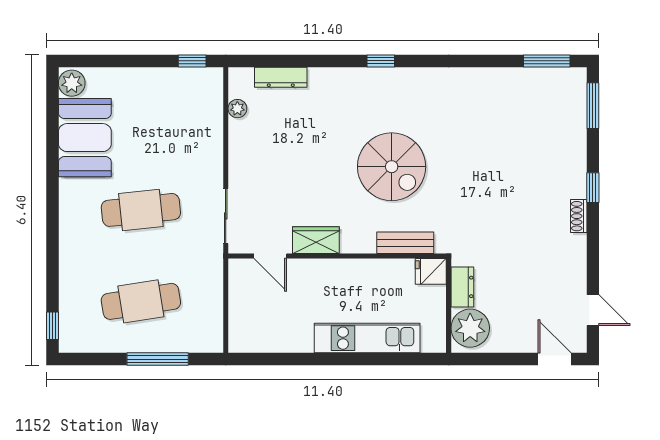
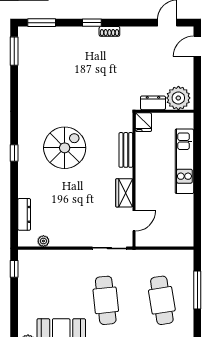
spiral stairs: (392, 167) -> (65, 148), moved
bench: (405, 243) -> (126, 150), moved

